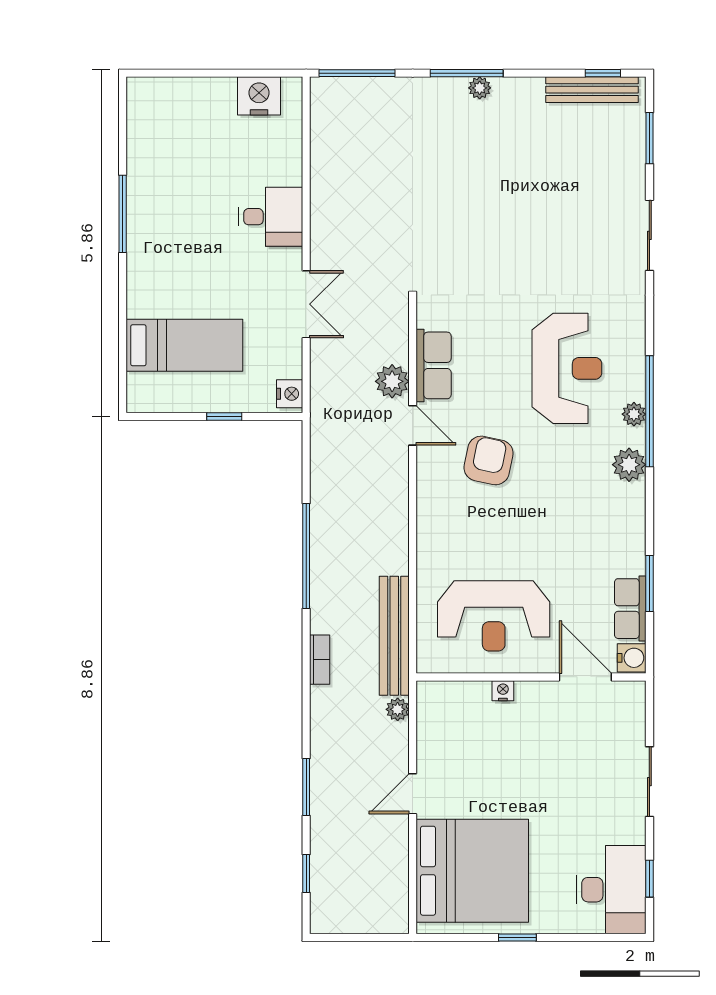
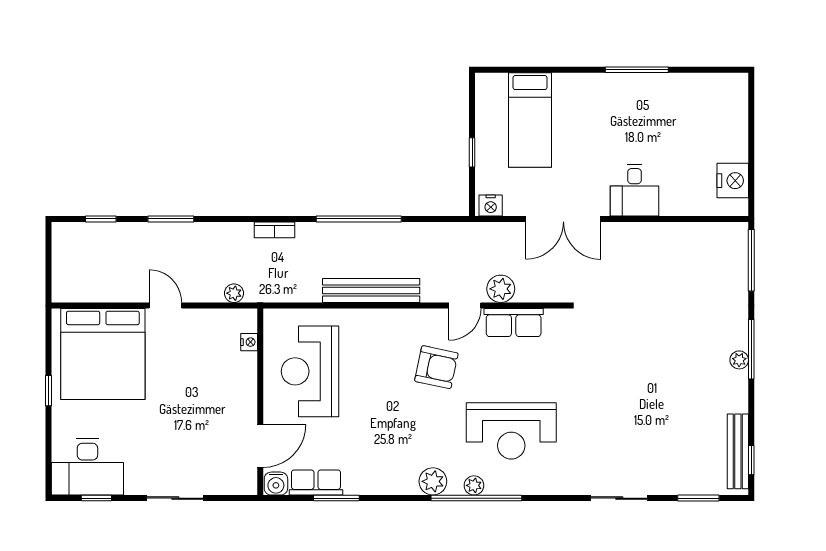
double door: (306, 304) -> (563, 219), width x1.37
bench: (394, 636) -> (371, 291), moved
nightstand: (503, 691) -> (249, 342), moved

